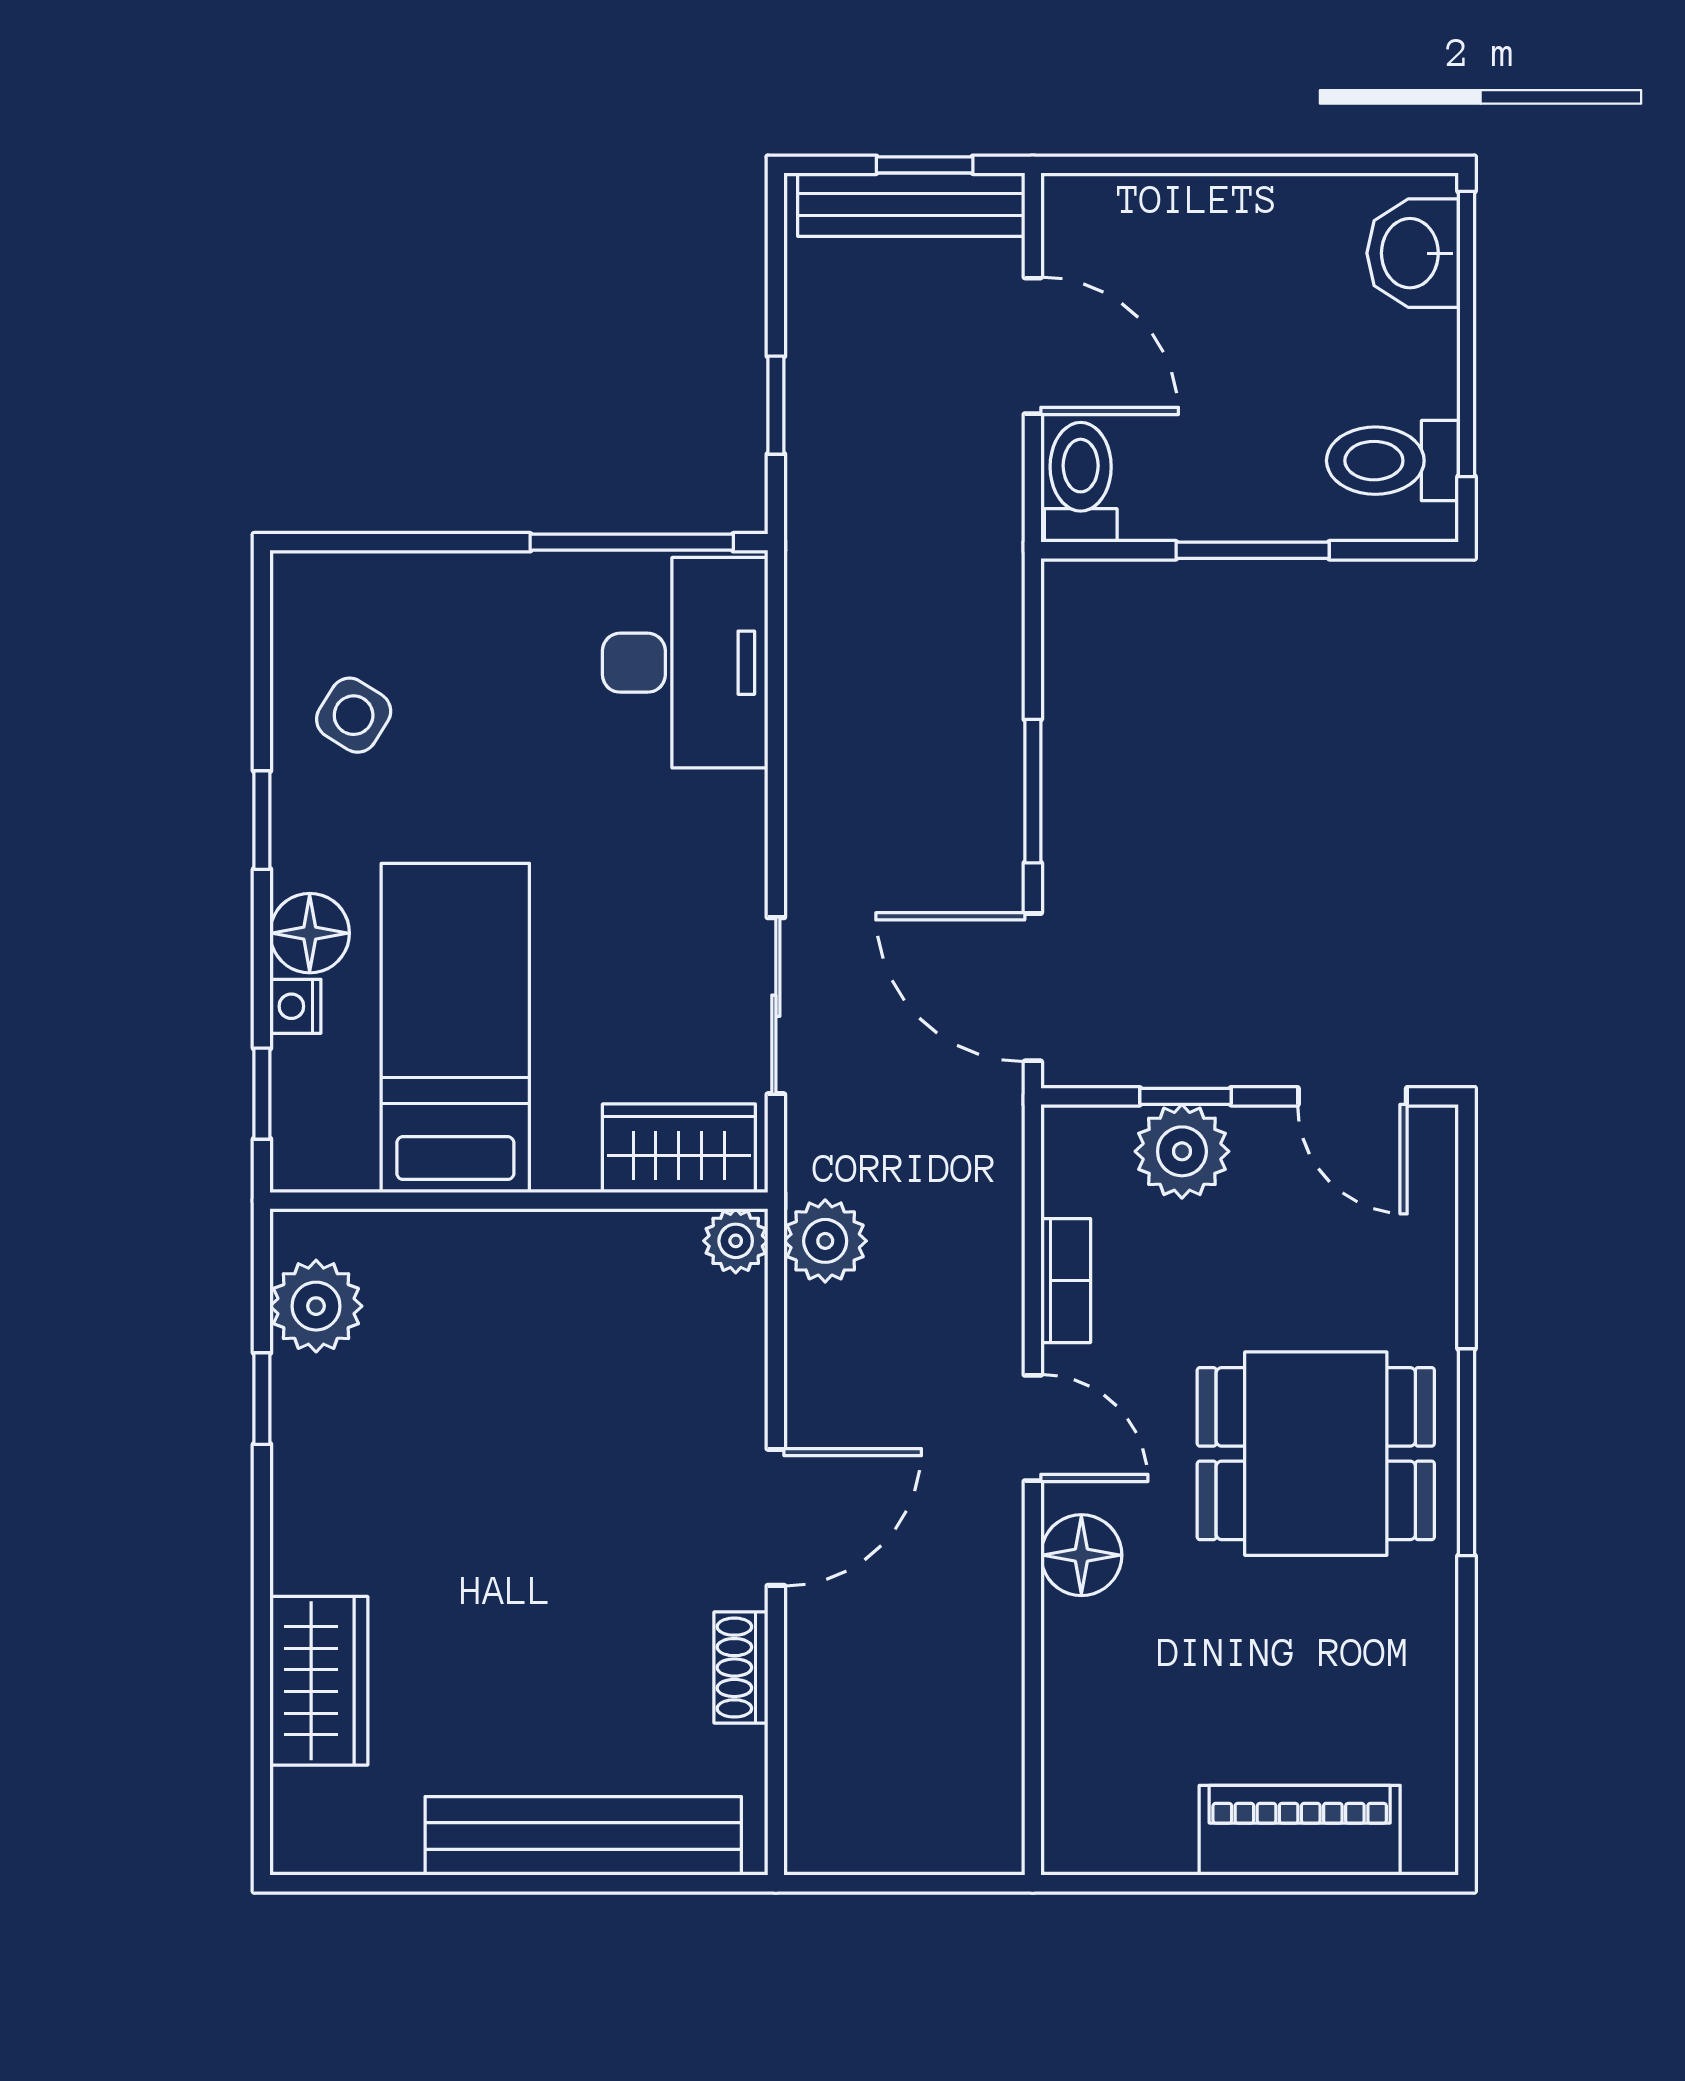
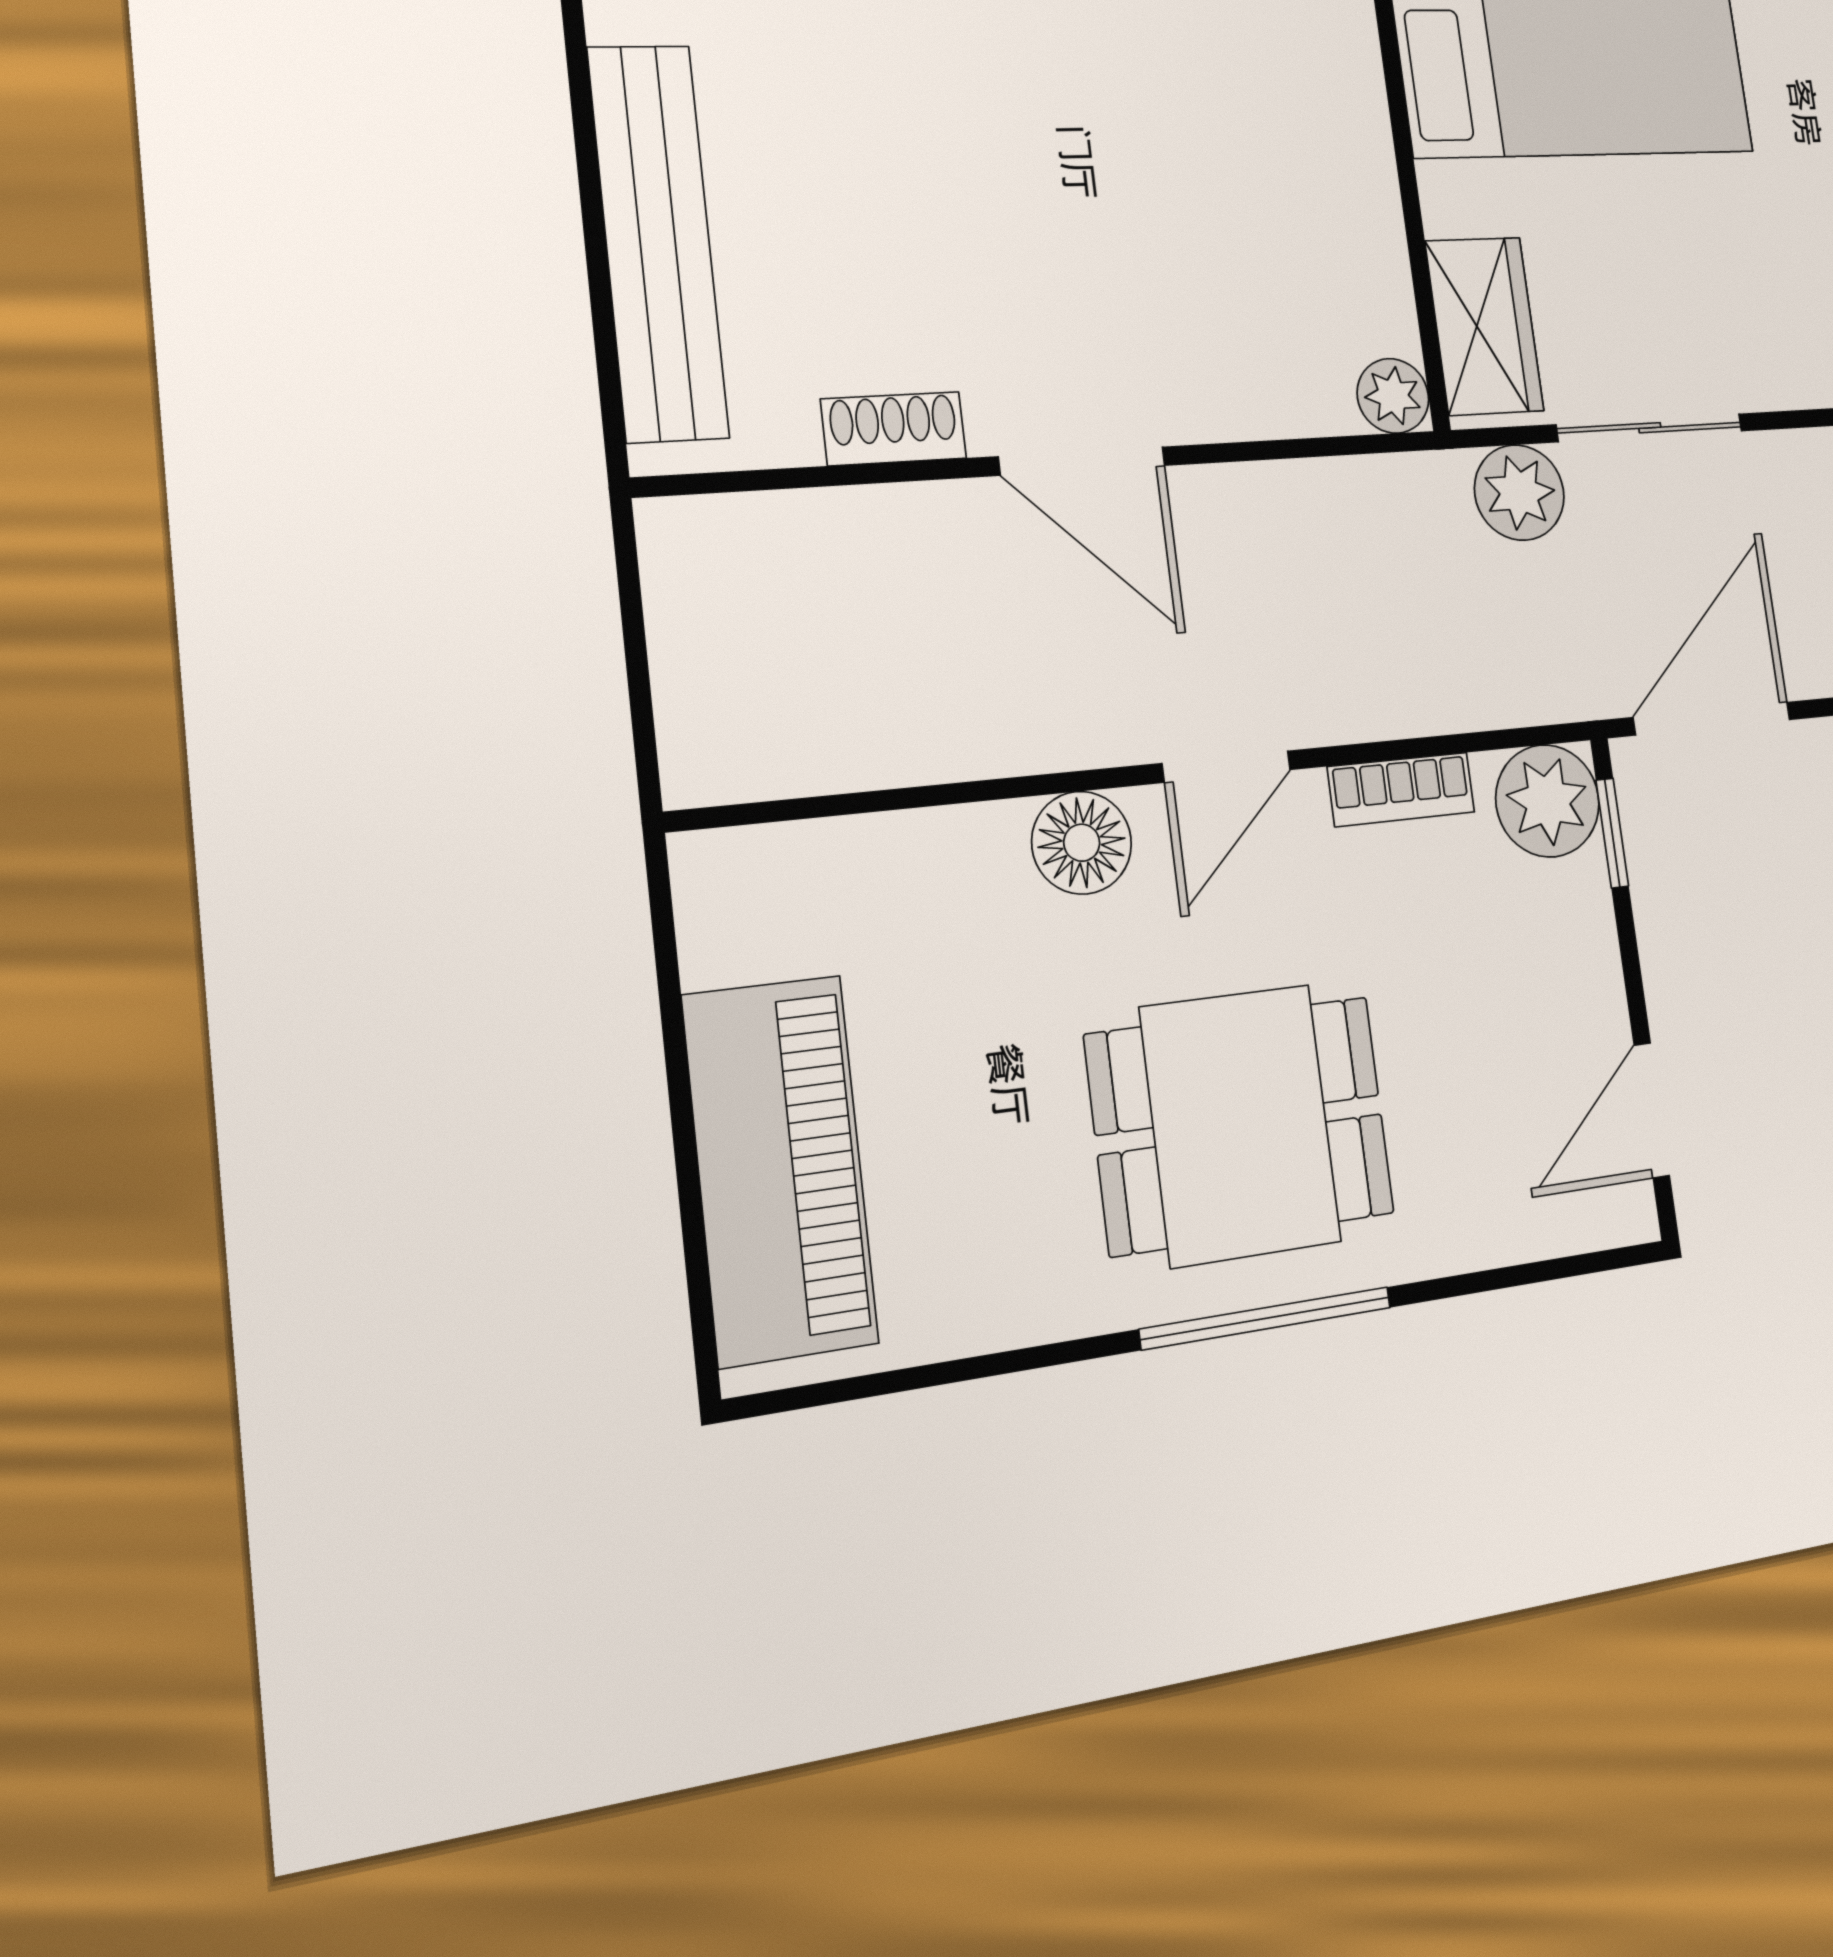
window: (1185, 1096) -> (1612, 833), moved
plant: (1182, 1151) -> (1548, 801), moved
plant: (825, 1241) -> (1519, 493), moved
dining table: (1316, 1454) -> (1240, 1125), turned 90
piano: (1300, 1830) -> (780, 1169), width x1.37, depth x1.33

